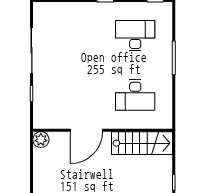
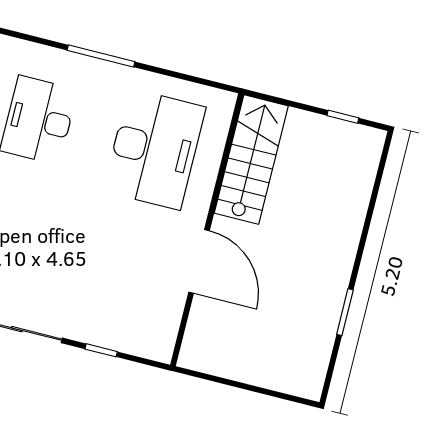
desk: (135, 95) -> (154, 149), width x1.36, depth x1.30
plant: (41, 140) -> (195, 354), removed

